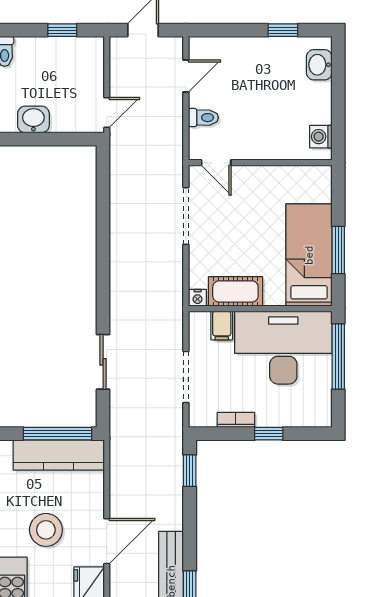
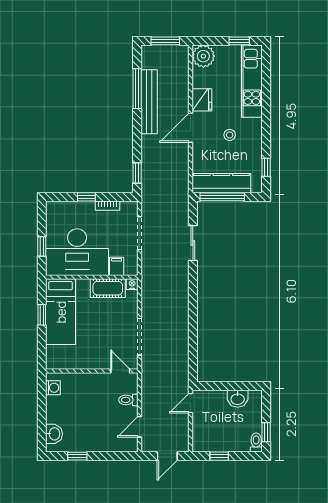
window: (338, 250) -> (42, 315), width x0.67
window: (338, 357) -> (42, 246), width x0.46
stool: (46, 530) -> (230, 135), width x0.53, depth x0.53

